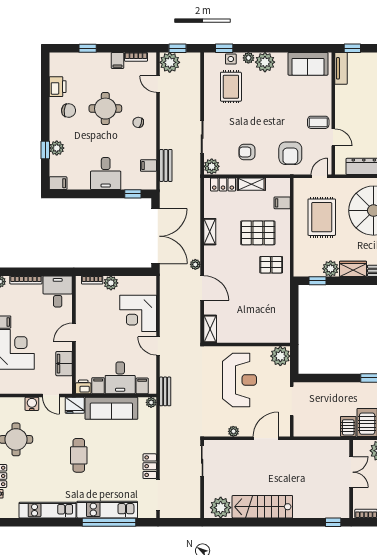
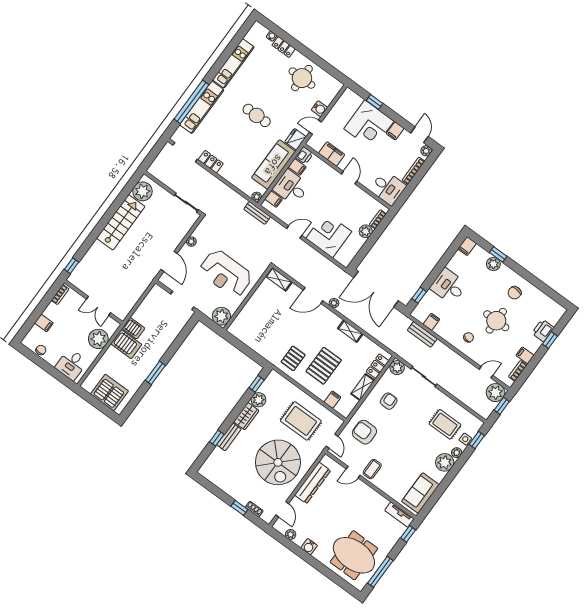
printer: (58, 87) -> (543, 330), moved, turned 90

